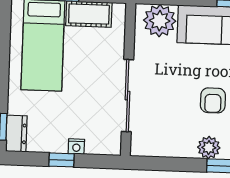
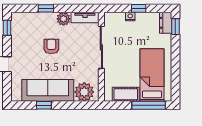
tv unit: (154, 148) -> (85, 17), added
plant: (209, 148) -> (63, 19), moved

